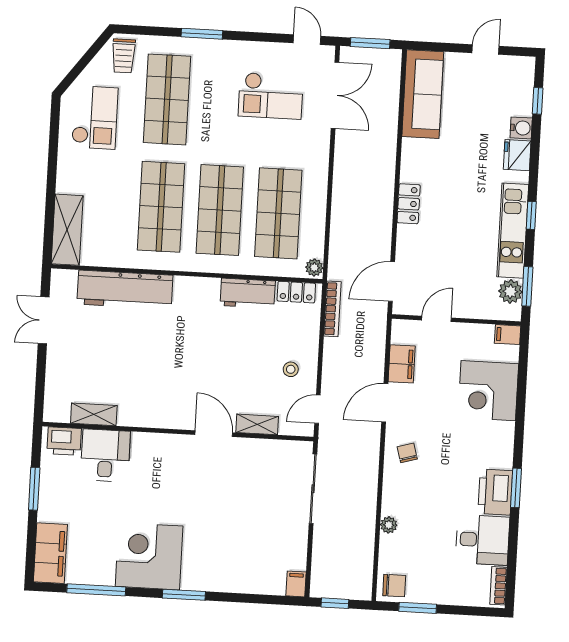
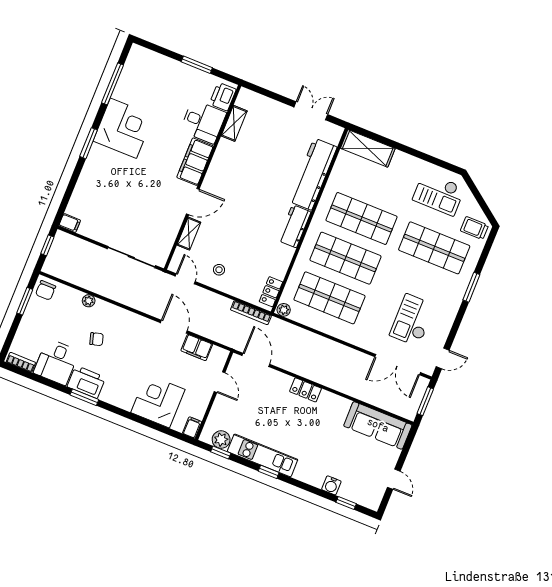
fridge: (517, 155) -> (314, 476), removed
window: (527, 286) -> (221, 452), width x0.67
workbench: (248, 293) -> (294, 226), moved
chair: (407, 453) -> (97, 339), moved
filing cabinet: (50, 553) -> (195, 162), moved, turned 90

